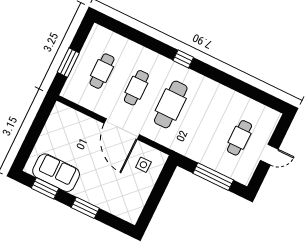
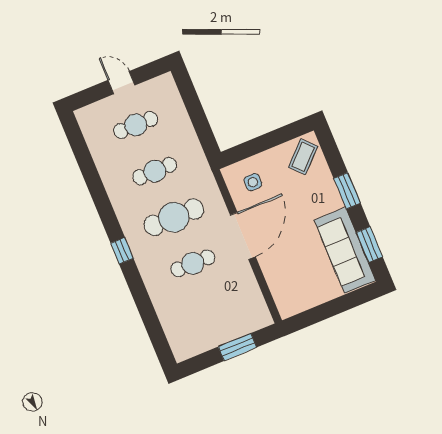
cafe table: (102, 71) -> (155, 171), moved
sofa: (56, 173) -> (345, 250), width x1.36
window: (213, 177) -> (195, 110), removed
coffee table: (128, 205) -> (303, 157), added

